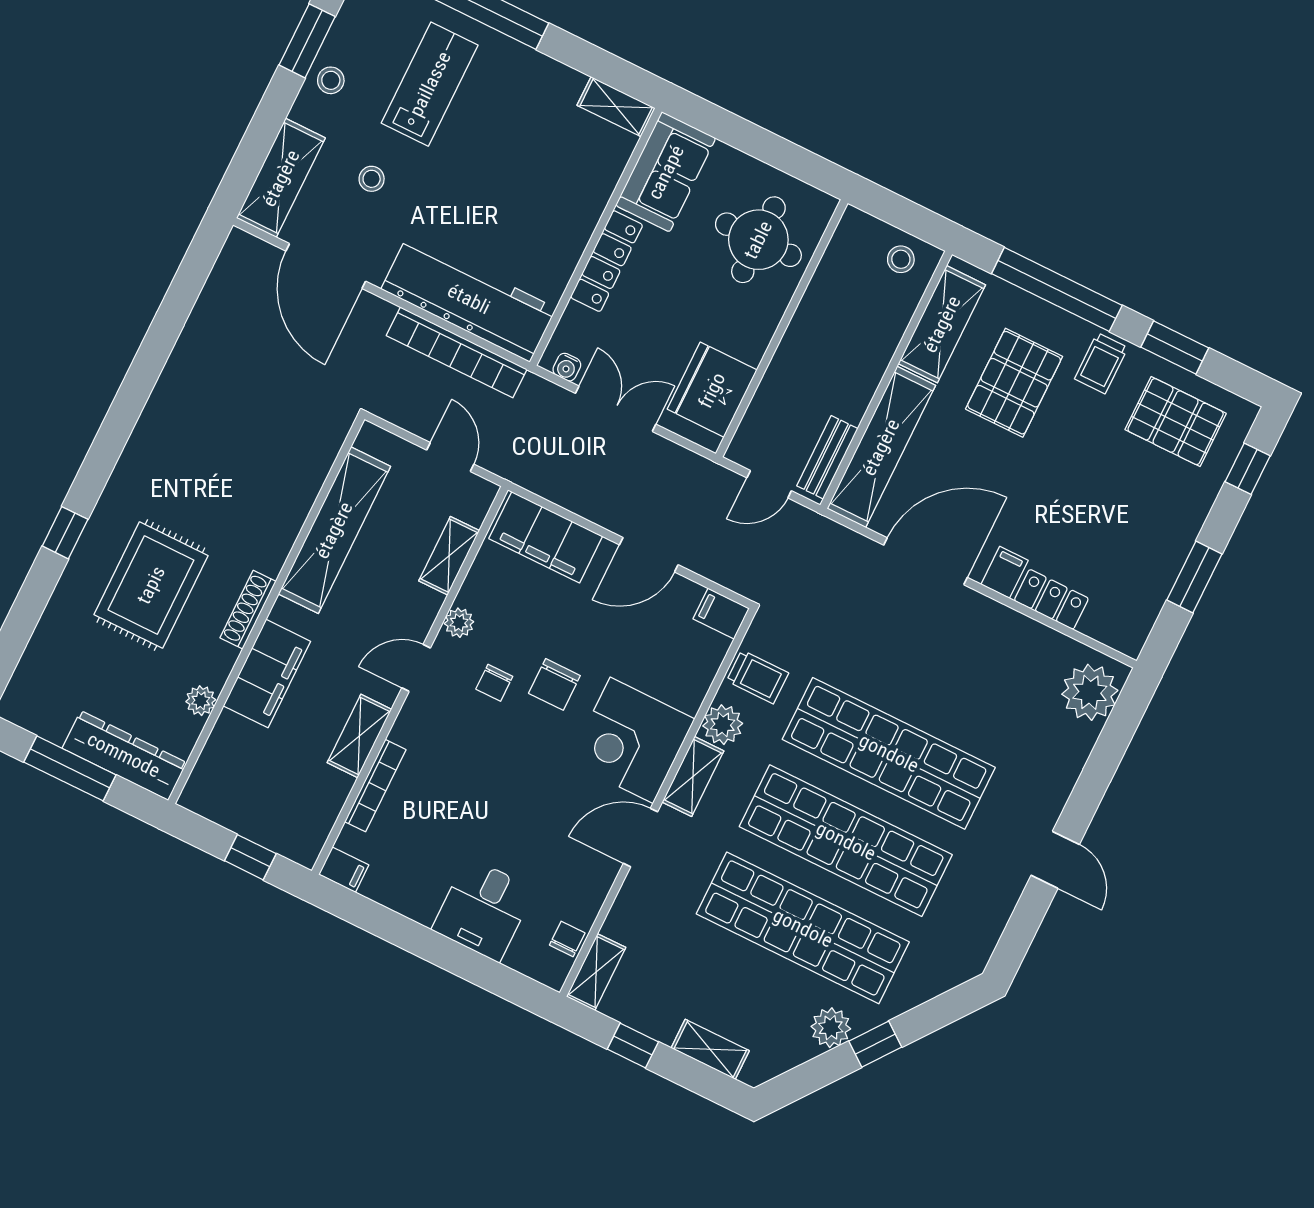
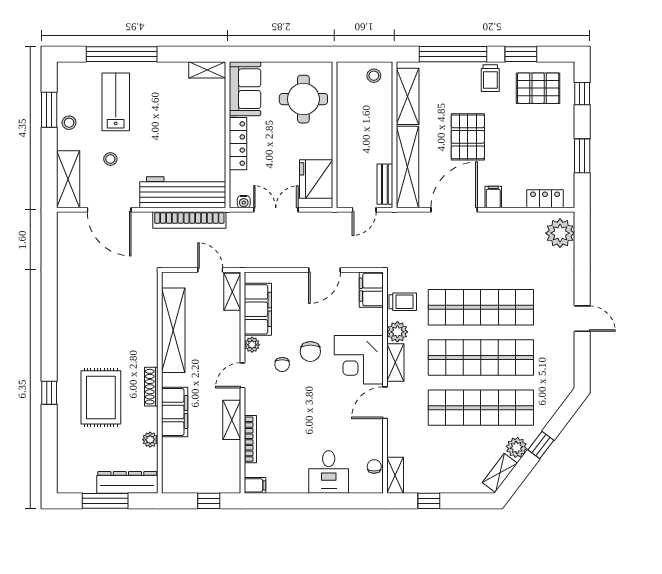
pallet: (1014, 383) -> (468, 137), moved
filing cabinet: (546, 537) -> (258, 309), moved, turned -90
shelving: (449, 556) -> (232, 292), moved
locker: (1051, 599) -> (545, 199), moved
filing cabinet: (721, 614) -> (371, 290), width x2.00
shelving: (710, 1049) -> (500, 473), moved, turned -53

